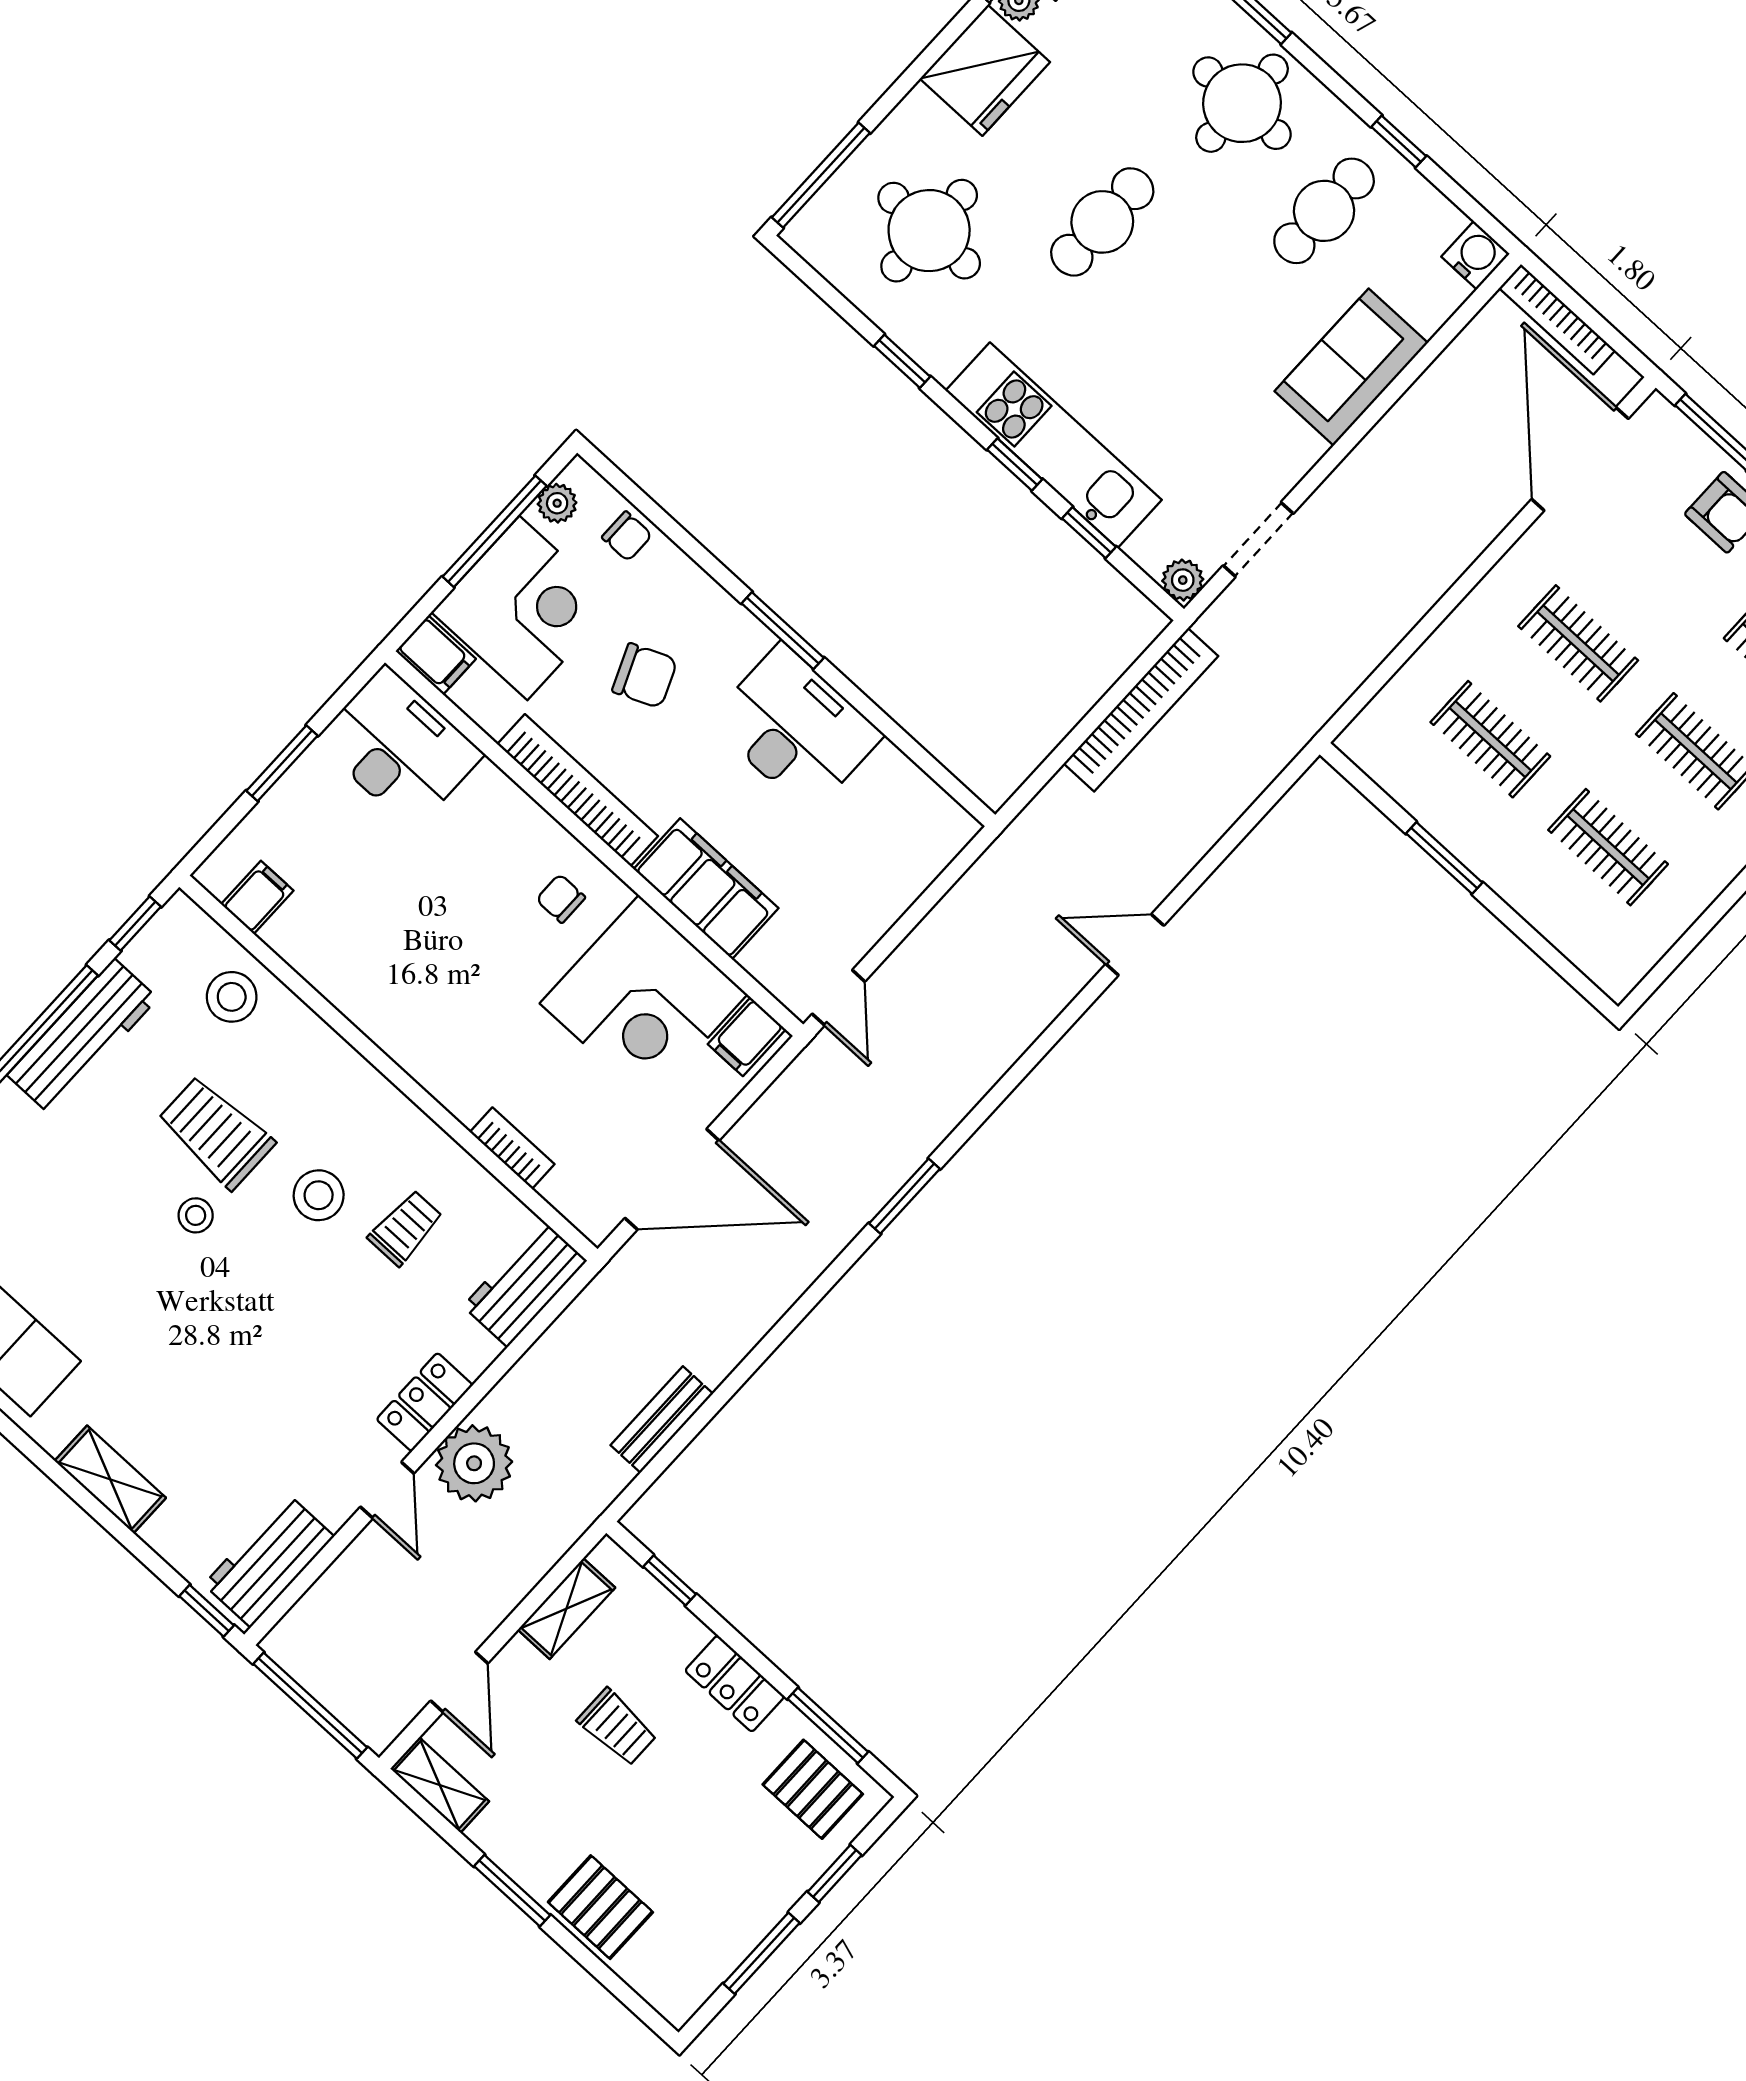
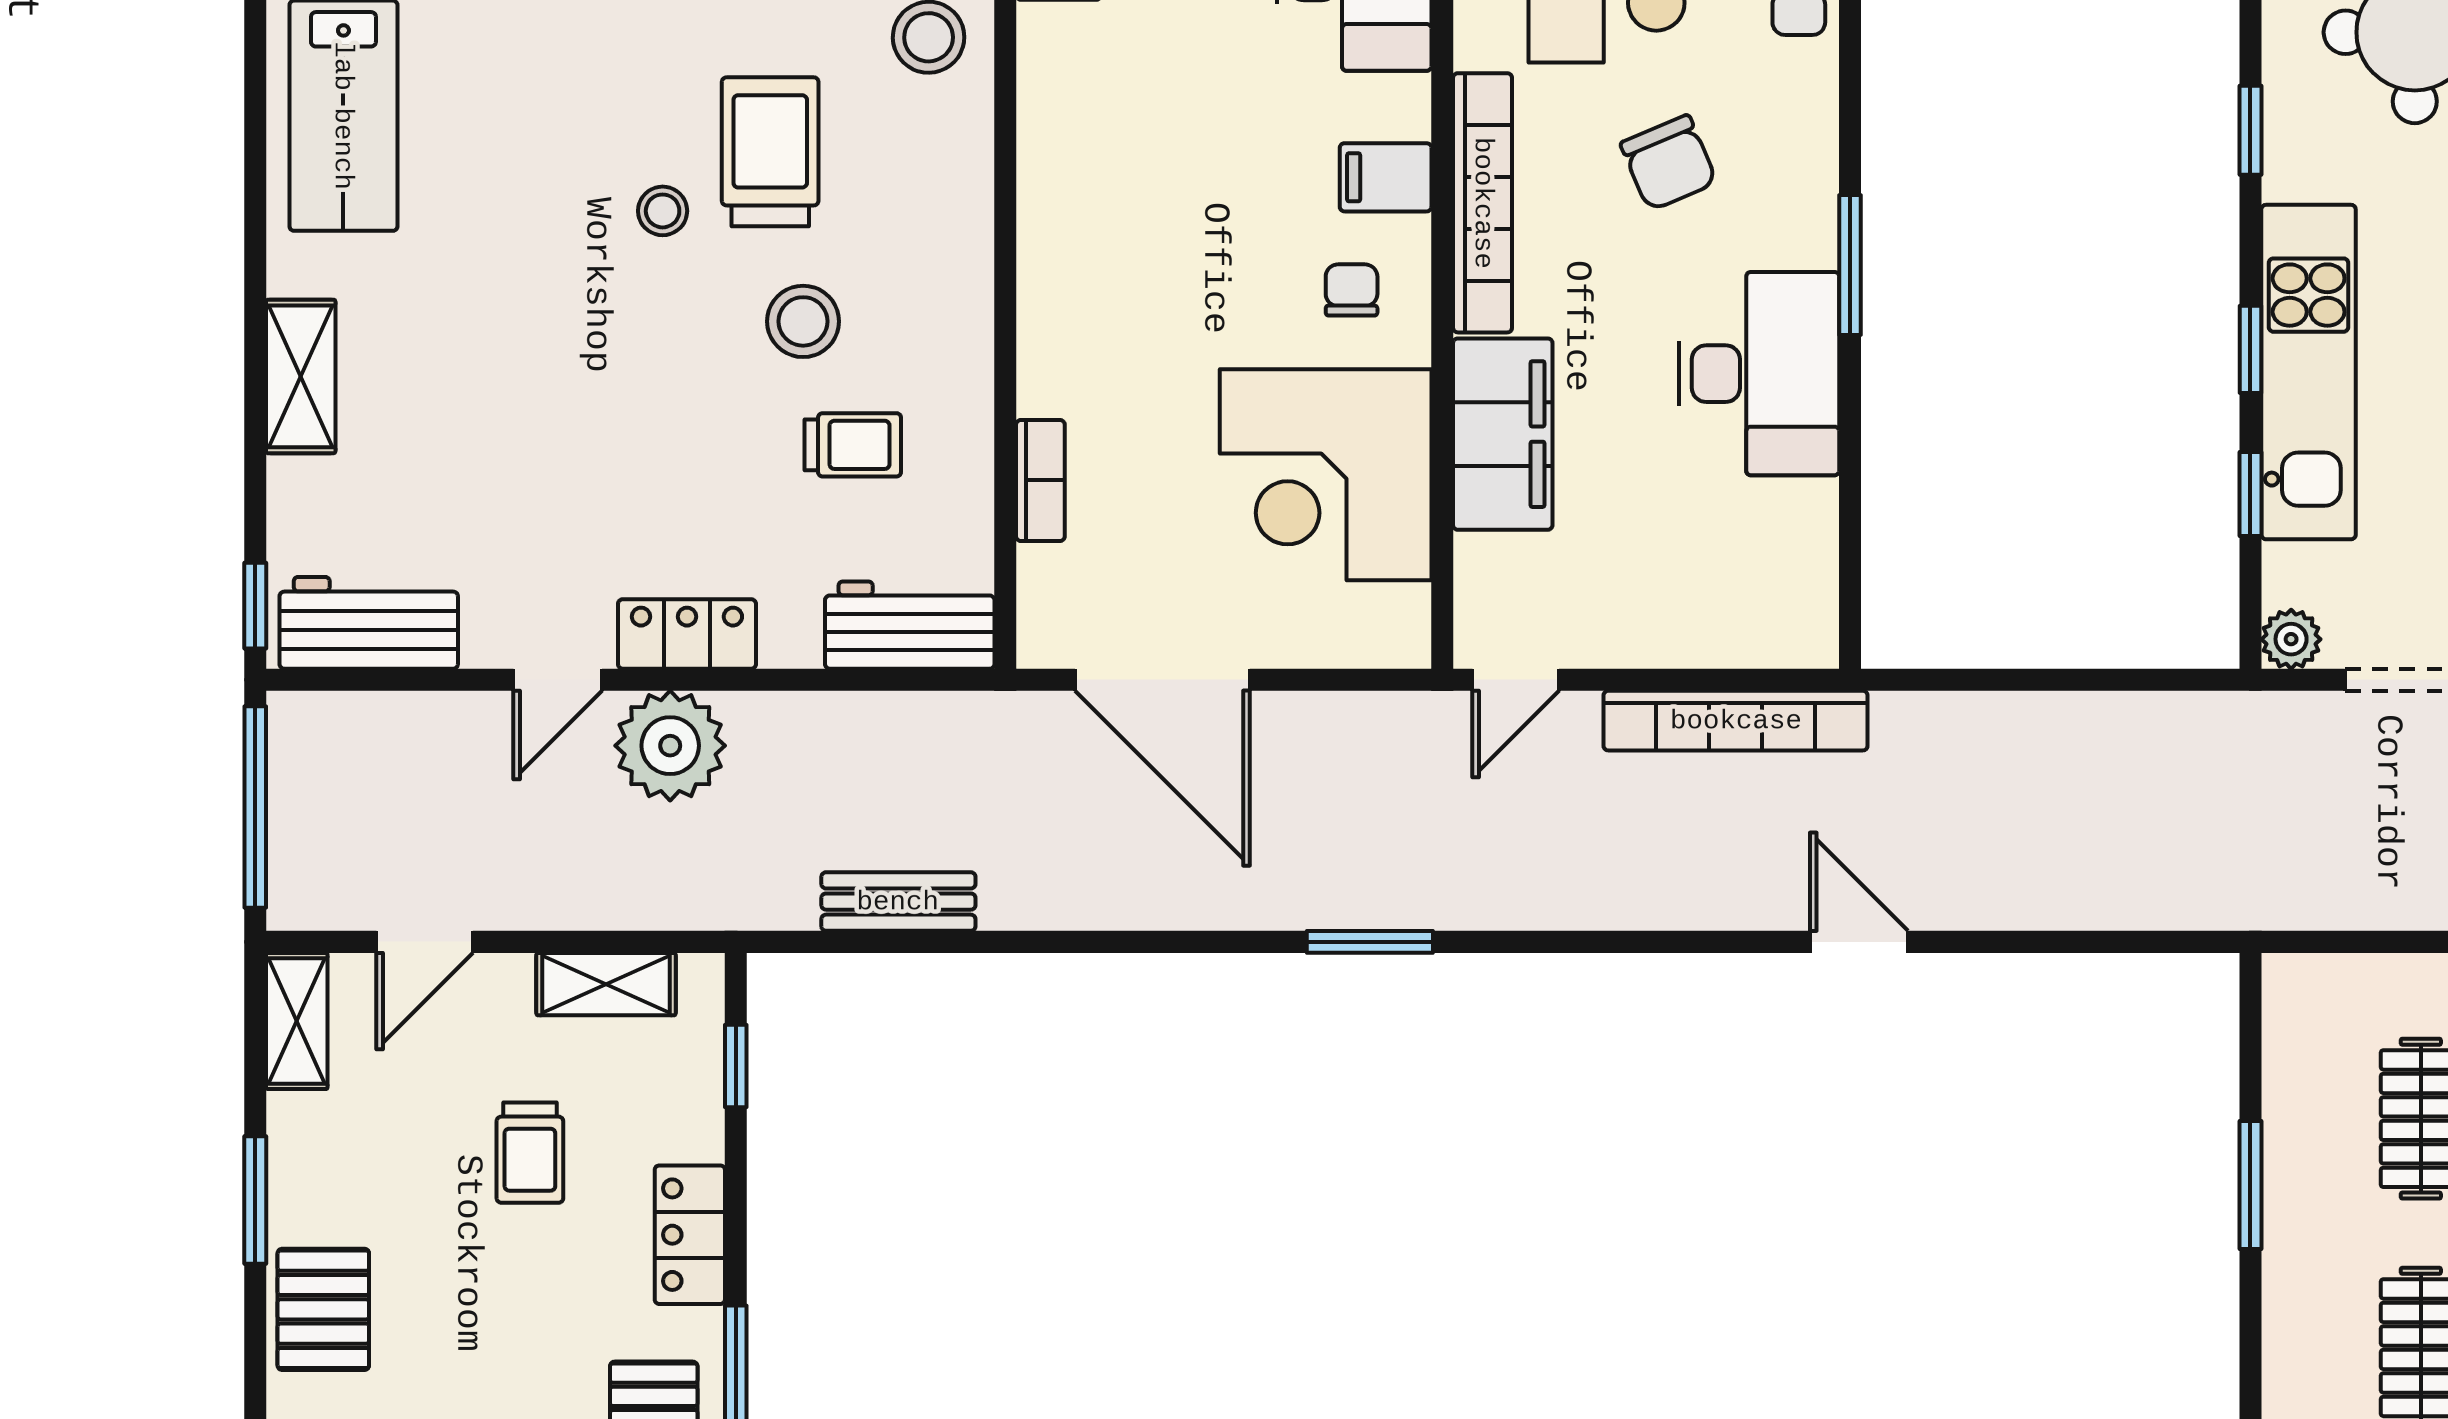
bookcase: (1141, 710) -> (1736, 721), moved
filing cabinet: (747, 1037) -> (1386, 177), moved

